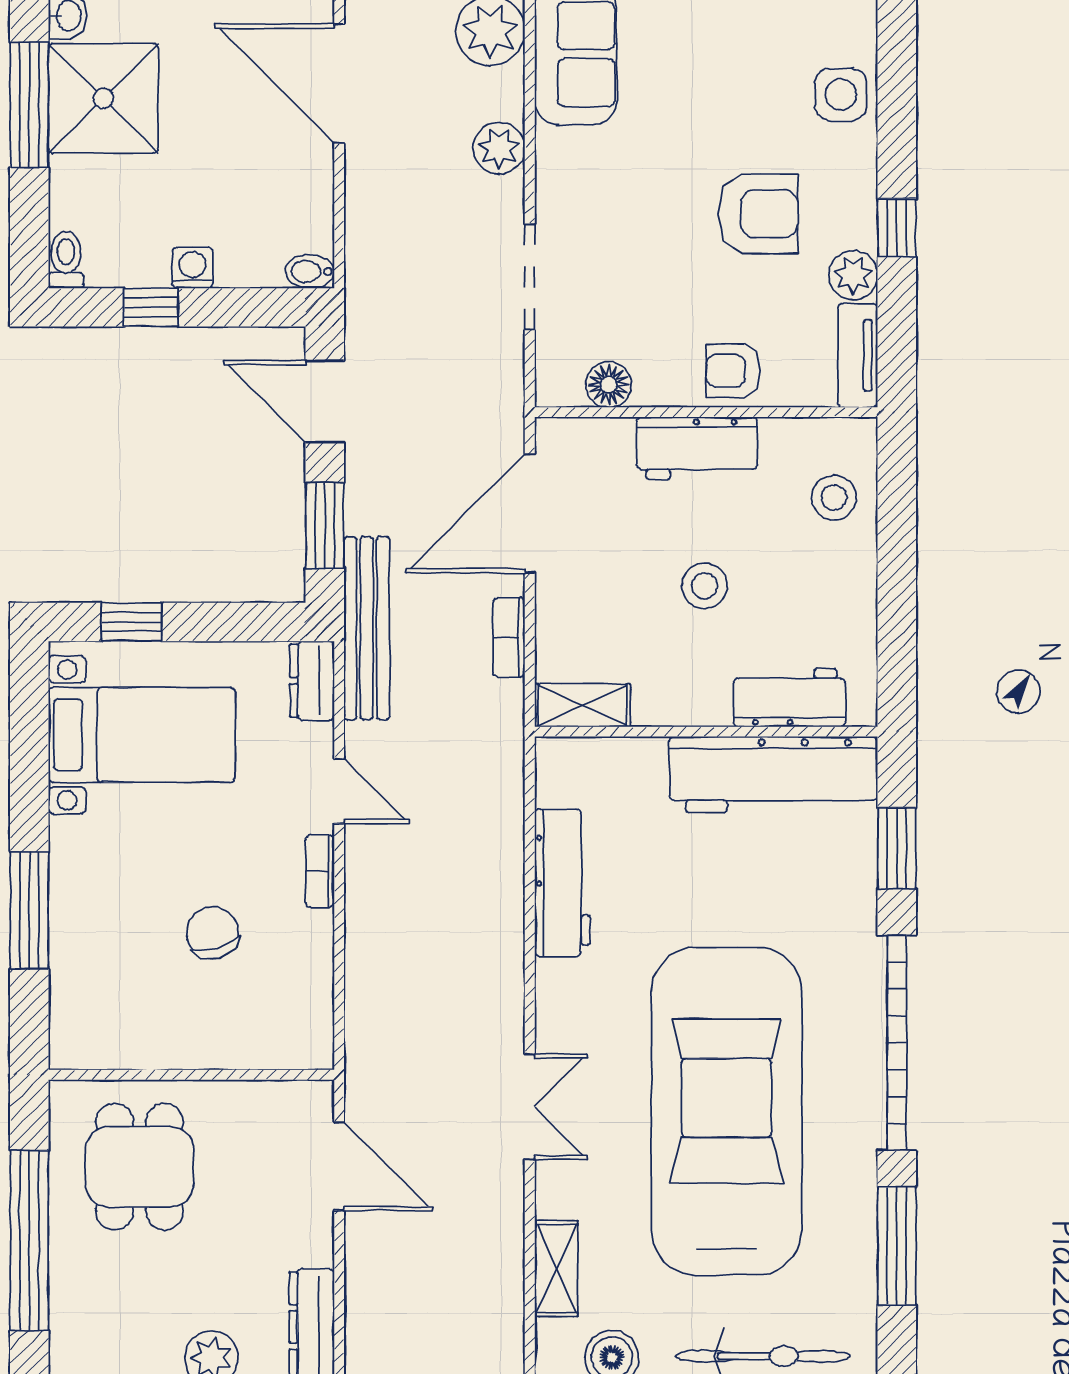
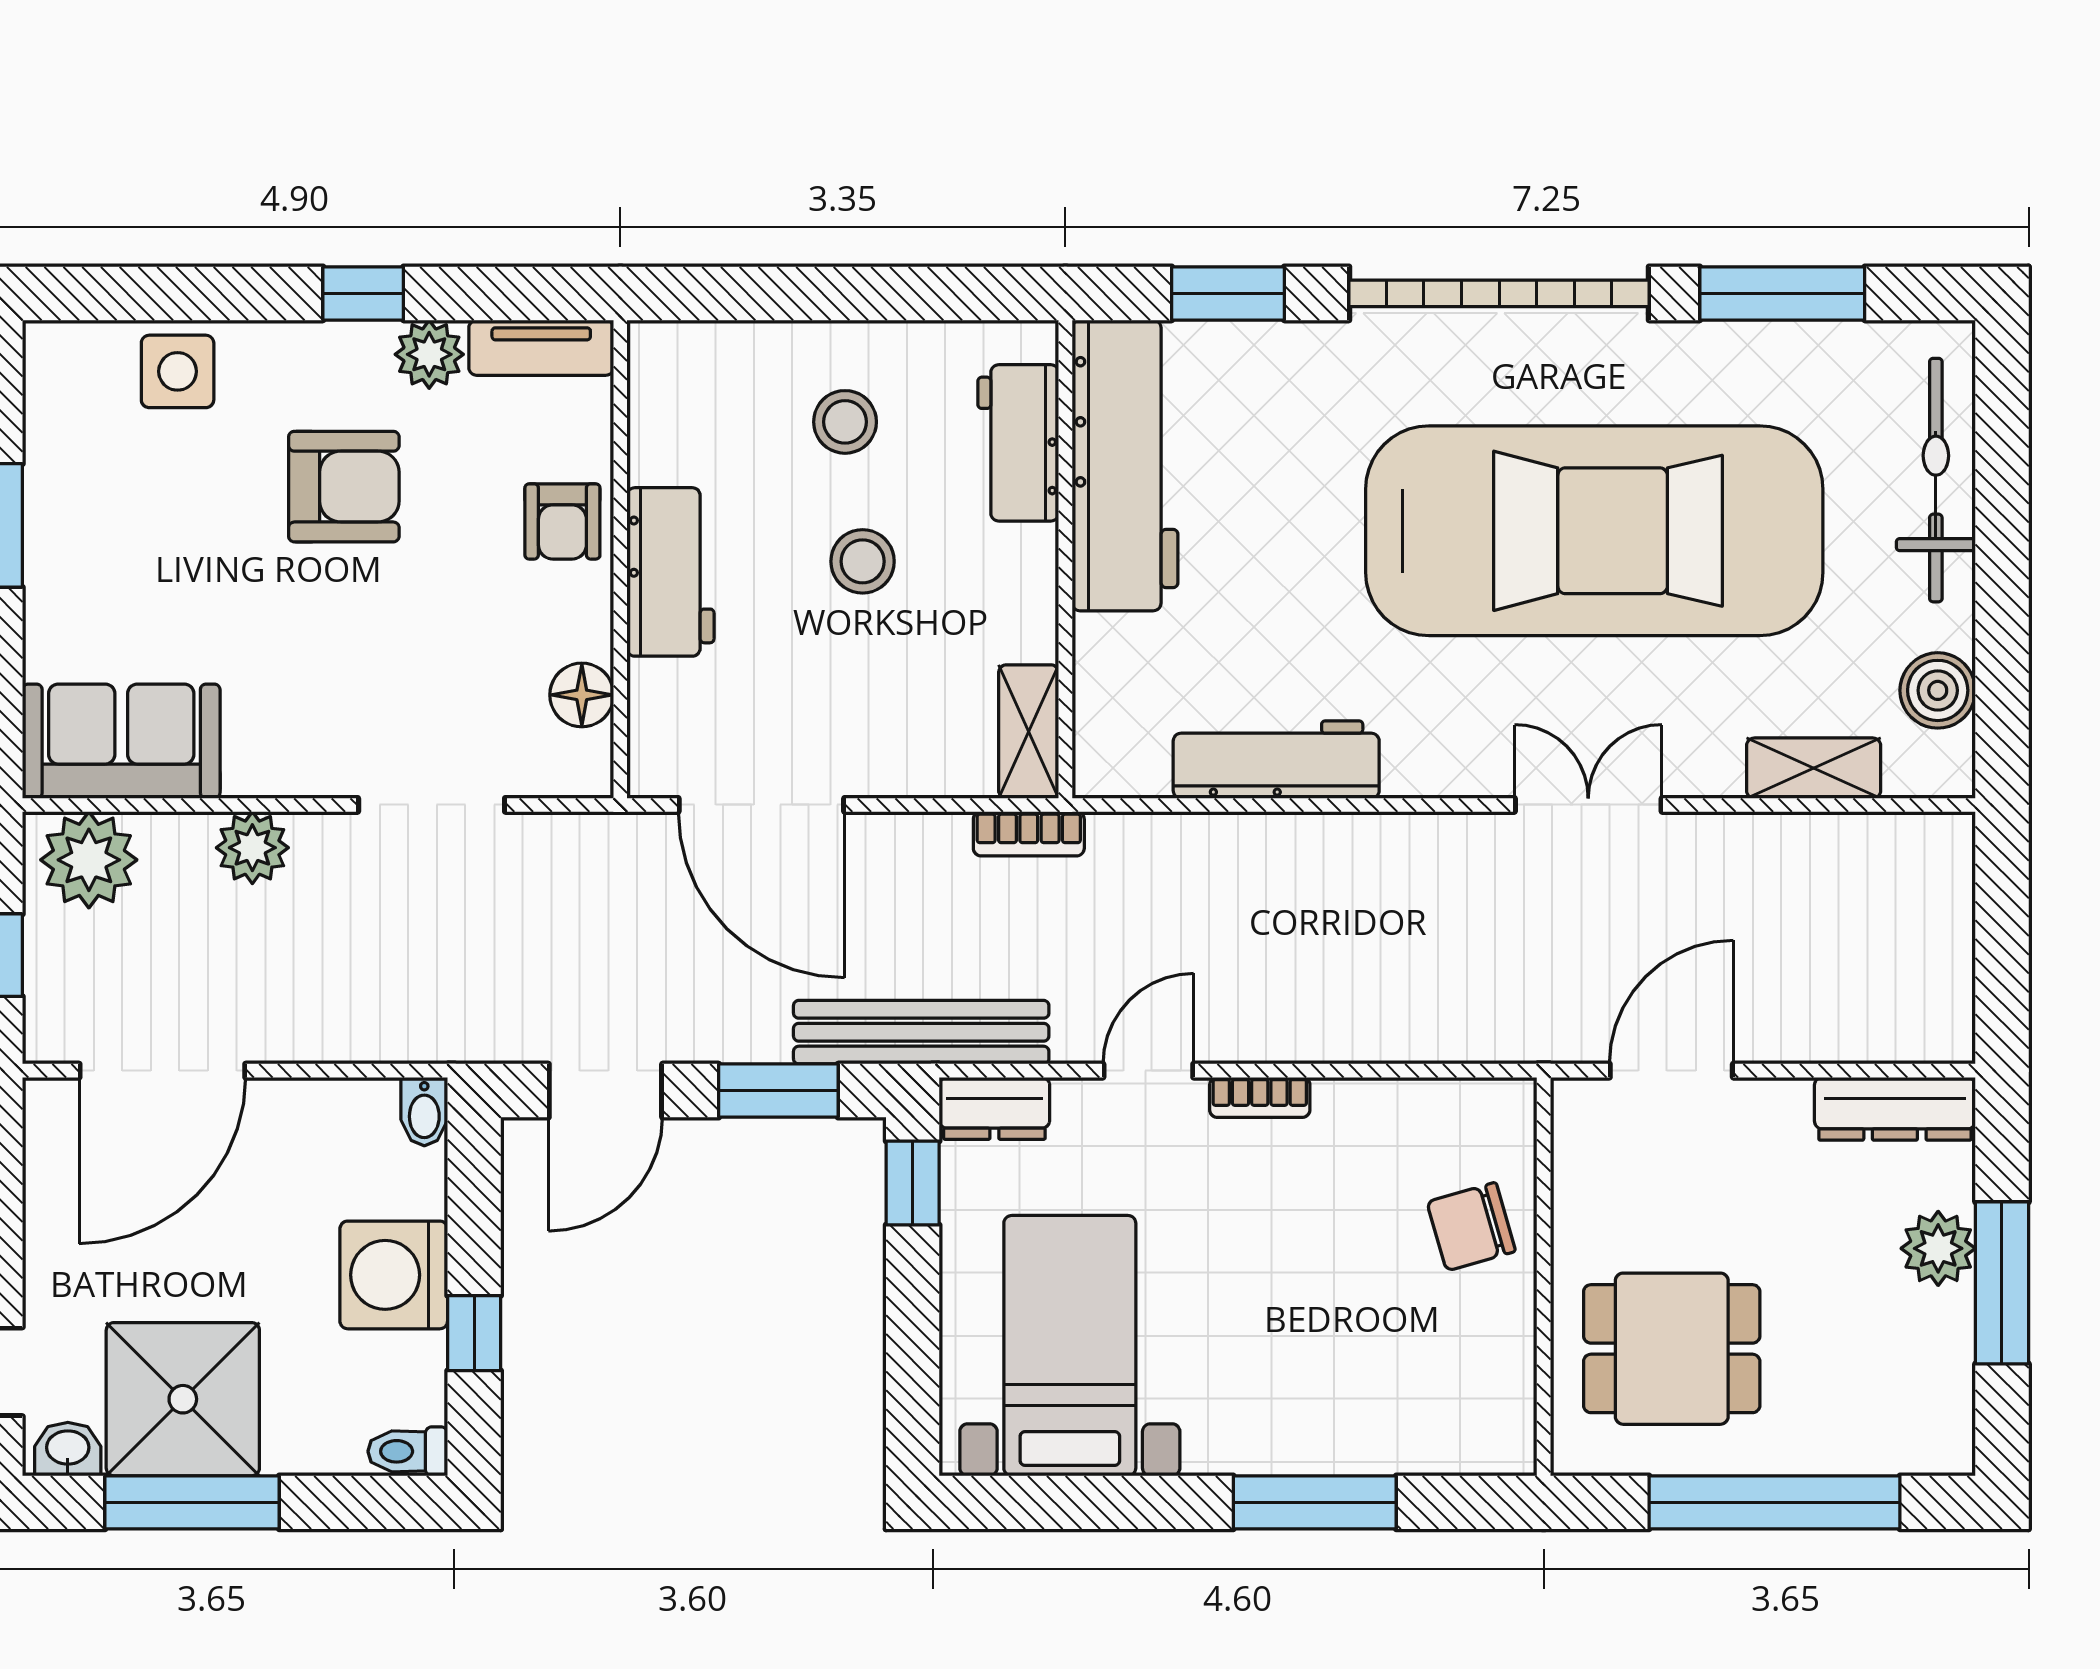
armchair: (758, 214) -> (344, 487), turned 90
washing machine: (192, 268) -> (394, 1275), width x1.89, depth x1.89
stool: (834, 498) -> (845, 422), moved
window: (131, 622) -> (913, 1183), moved
bookcase: (509, 637) -> (1029, 834), moved
chair: (213, 933) -> (1471, 1227), moved
car: (726, 1111) -> (1594, 531), turned 180

